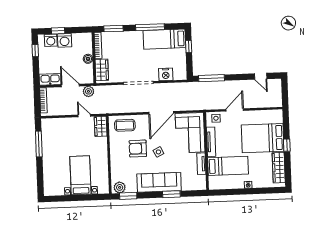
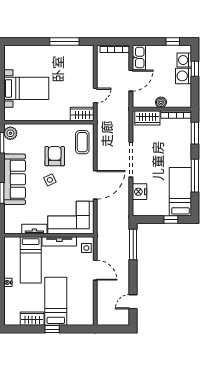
plant: (88, 91) -> (123, 101), removed
door: (161, 113) -> (95, 185), swing flipped
bed: (263, 138) -> (56, 301), width x0.67
wardrobe: (279, 168) -> (32, 319), width x0.67

